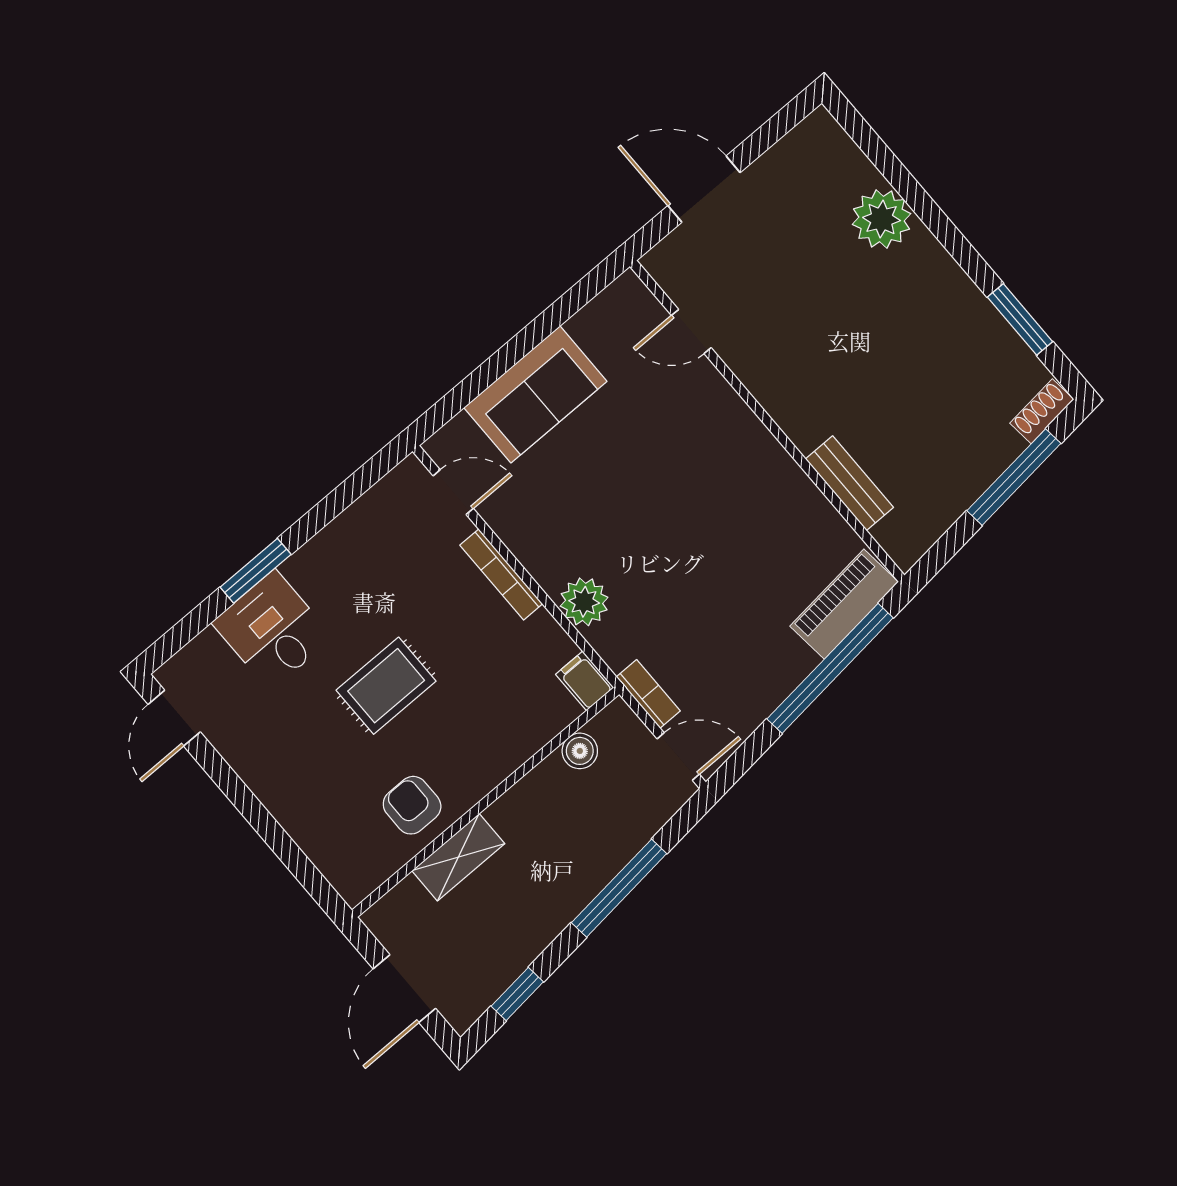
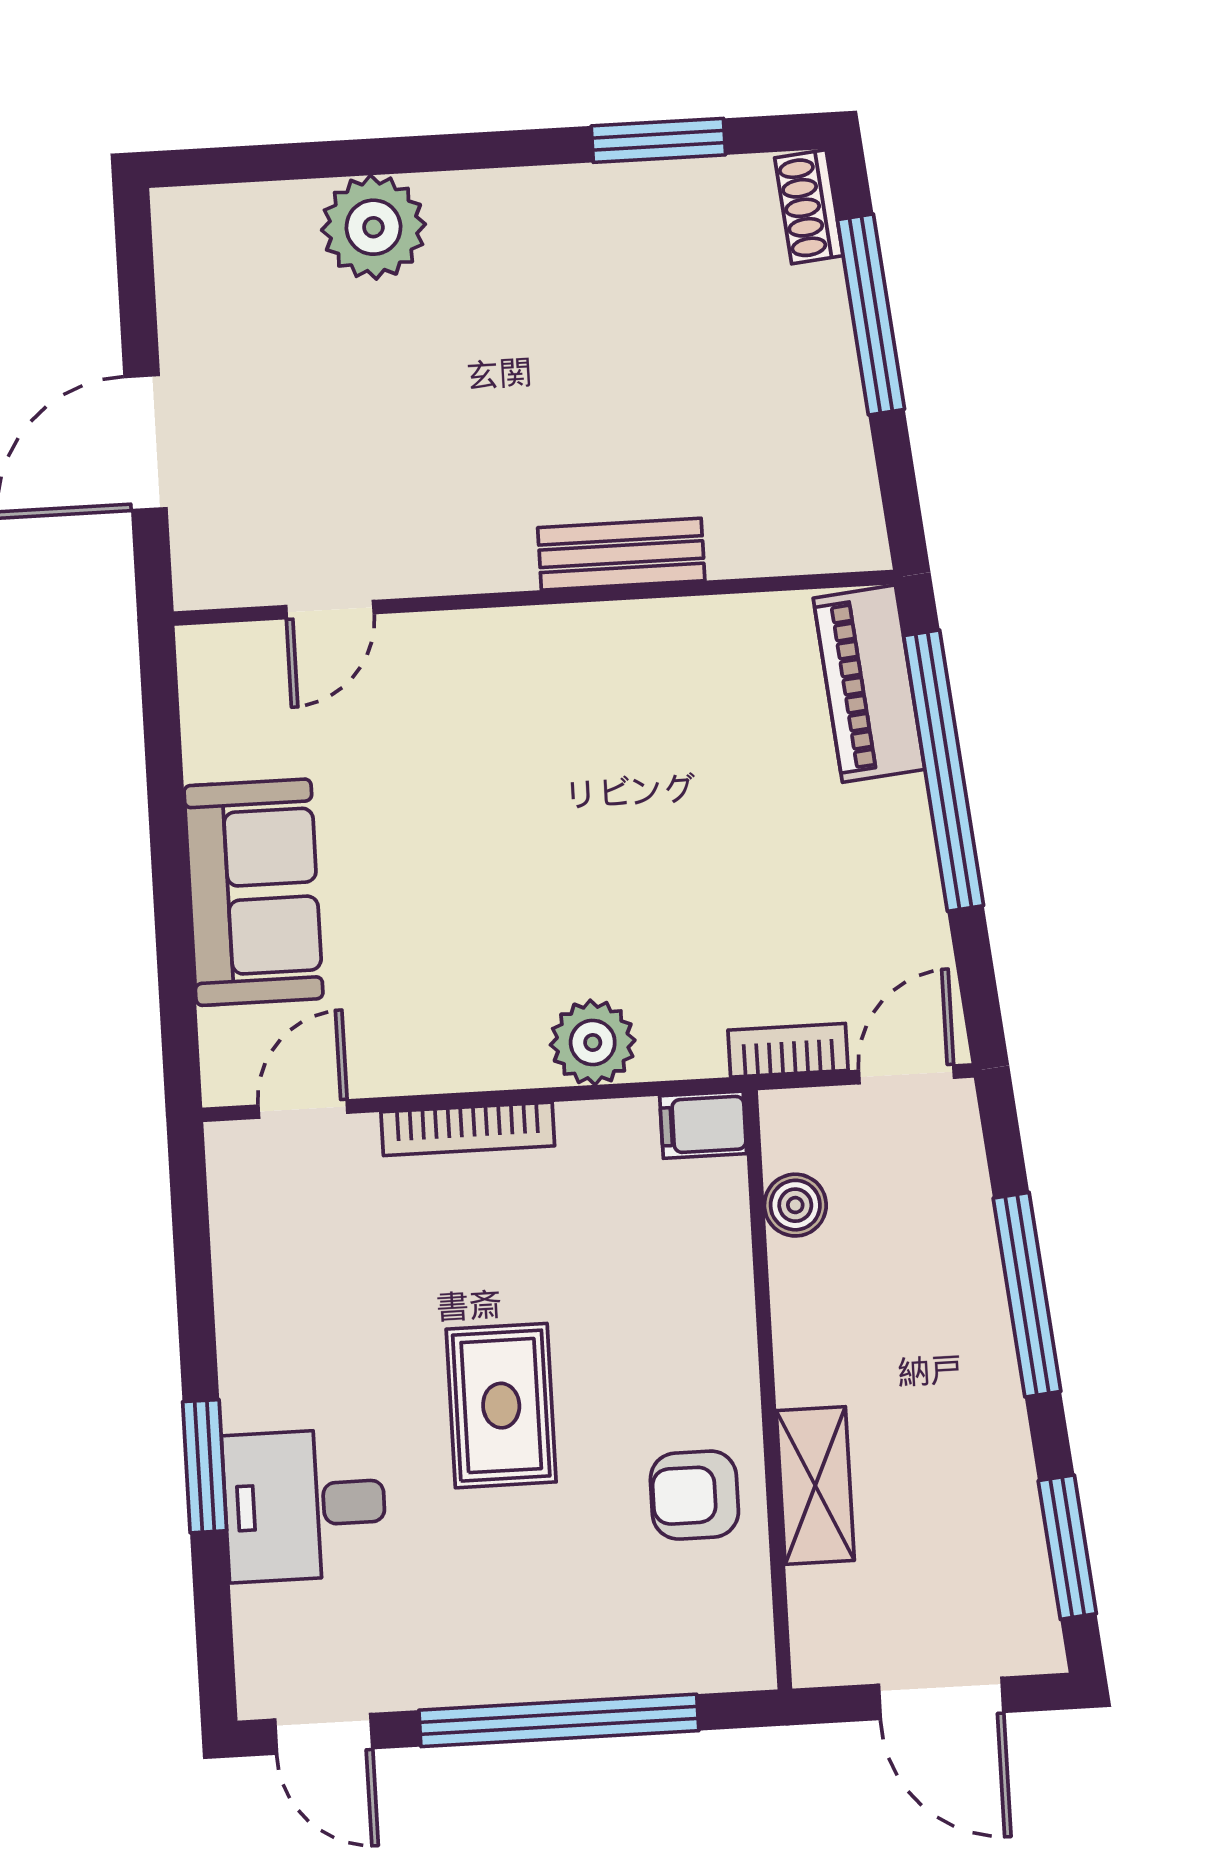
bench: (849, 483) -> (621, 554), moved
window: (262, 821) -> (559, 1720), added
window: (517, 994) -> (1067, 1547), width x1.50

